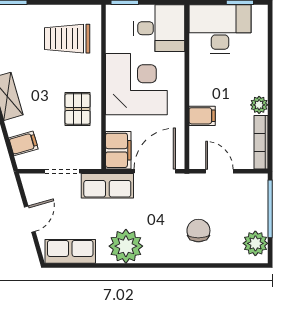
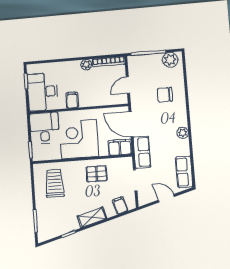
trolley: (67, 39) -> (55, 183), turned 180
filing cabinet: (202, 116) -> (72, 100), moved
plant: (126, 246) -> (183, 133), width x0.53, depth x0.53

